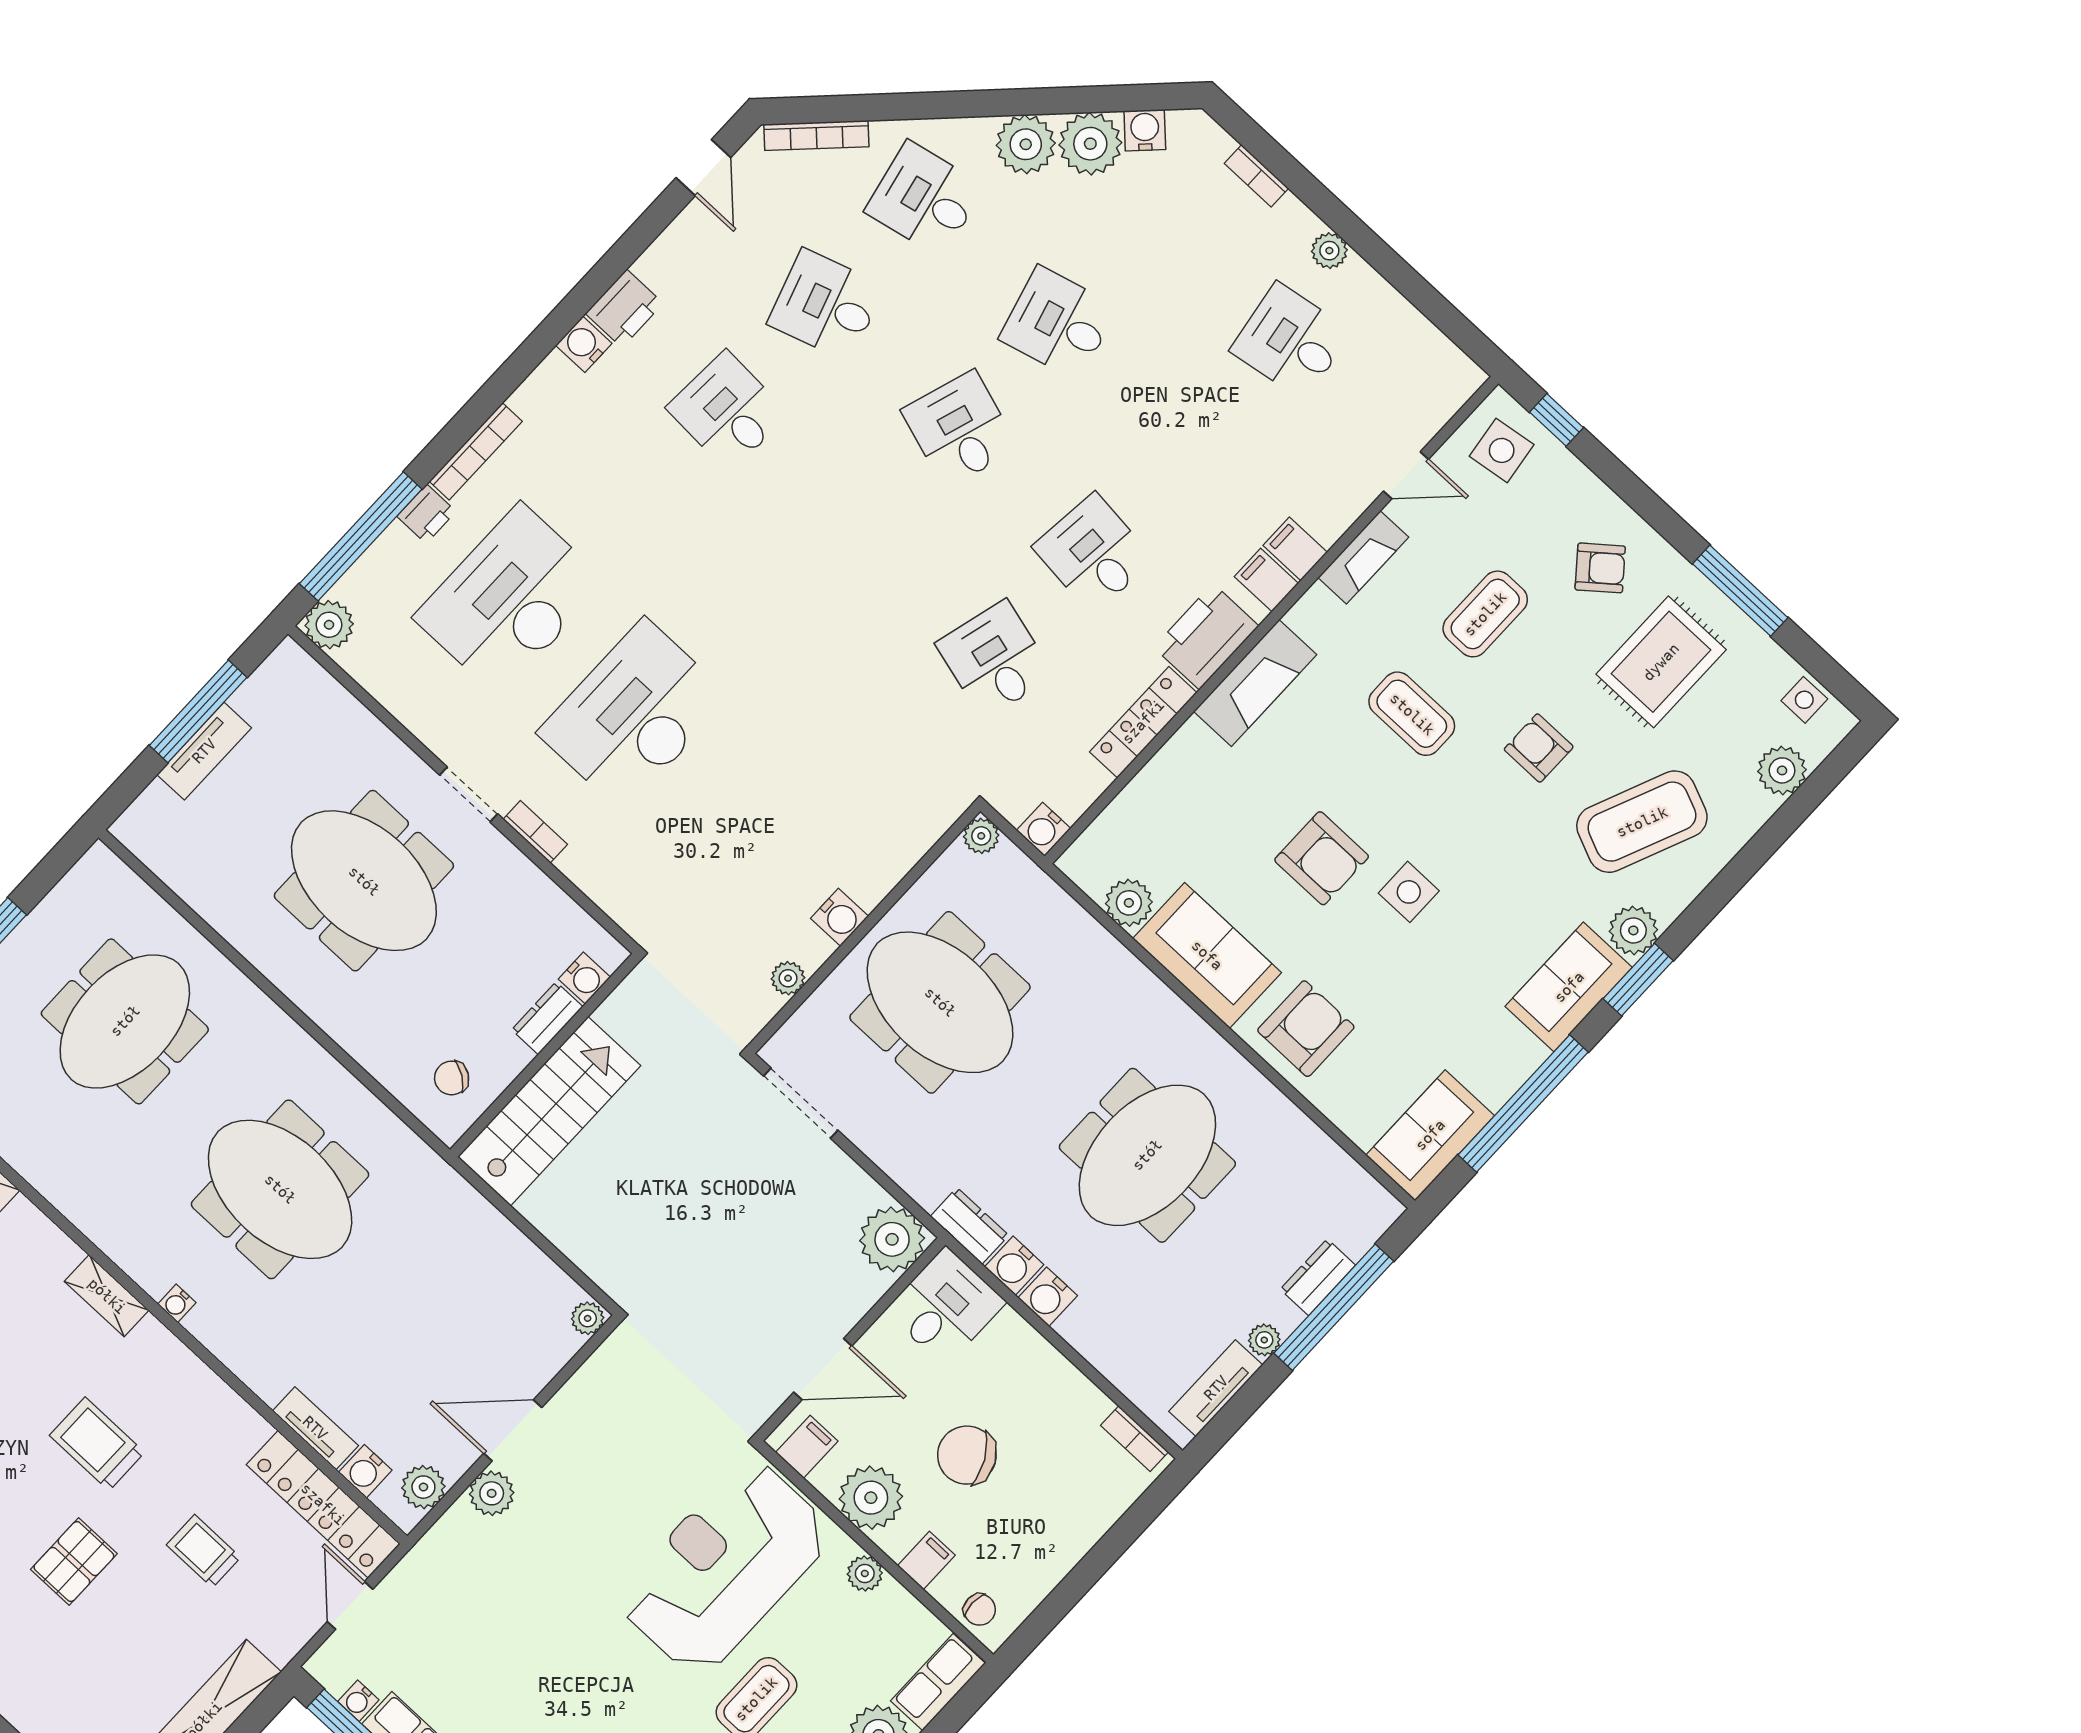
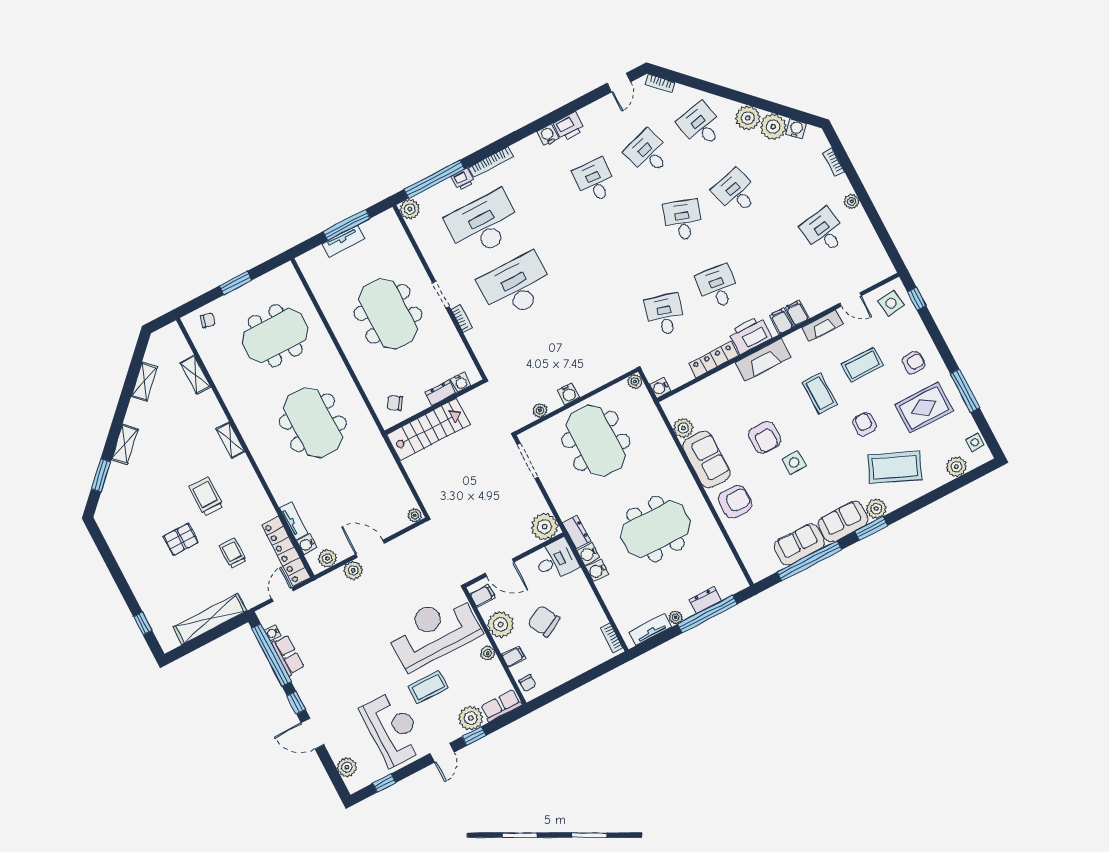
bookcase: (816, 136) -> (660, 83), width x0.64
armchair: (1600, 568) -> (913, 363), turned -51
sofa: (1430, 1135) -> (799, 544), moved
water cooler: (177, 1303) -> (257, 453), removed

